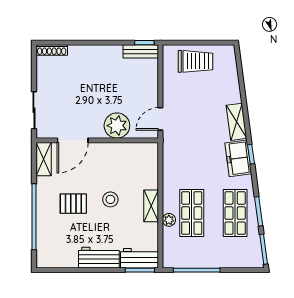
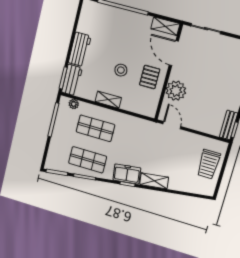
pallet: (73, 204) -> (150, 77), moved
plant: (169, 220) -> (74, 104), moved

